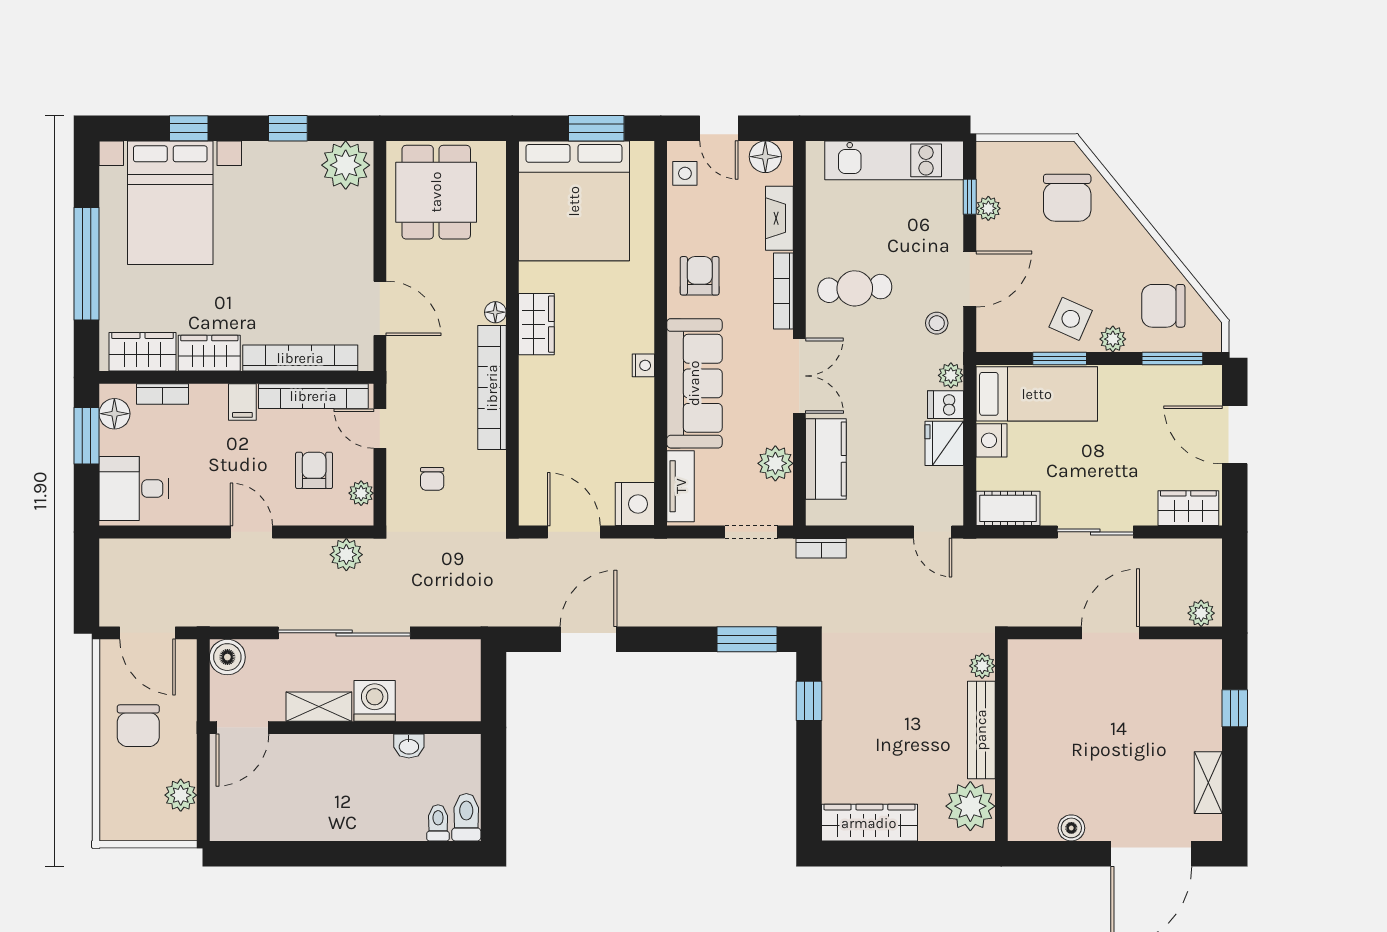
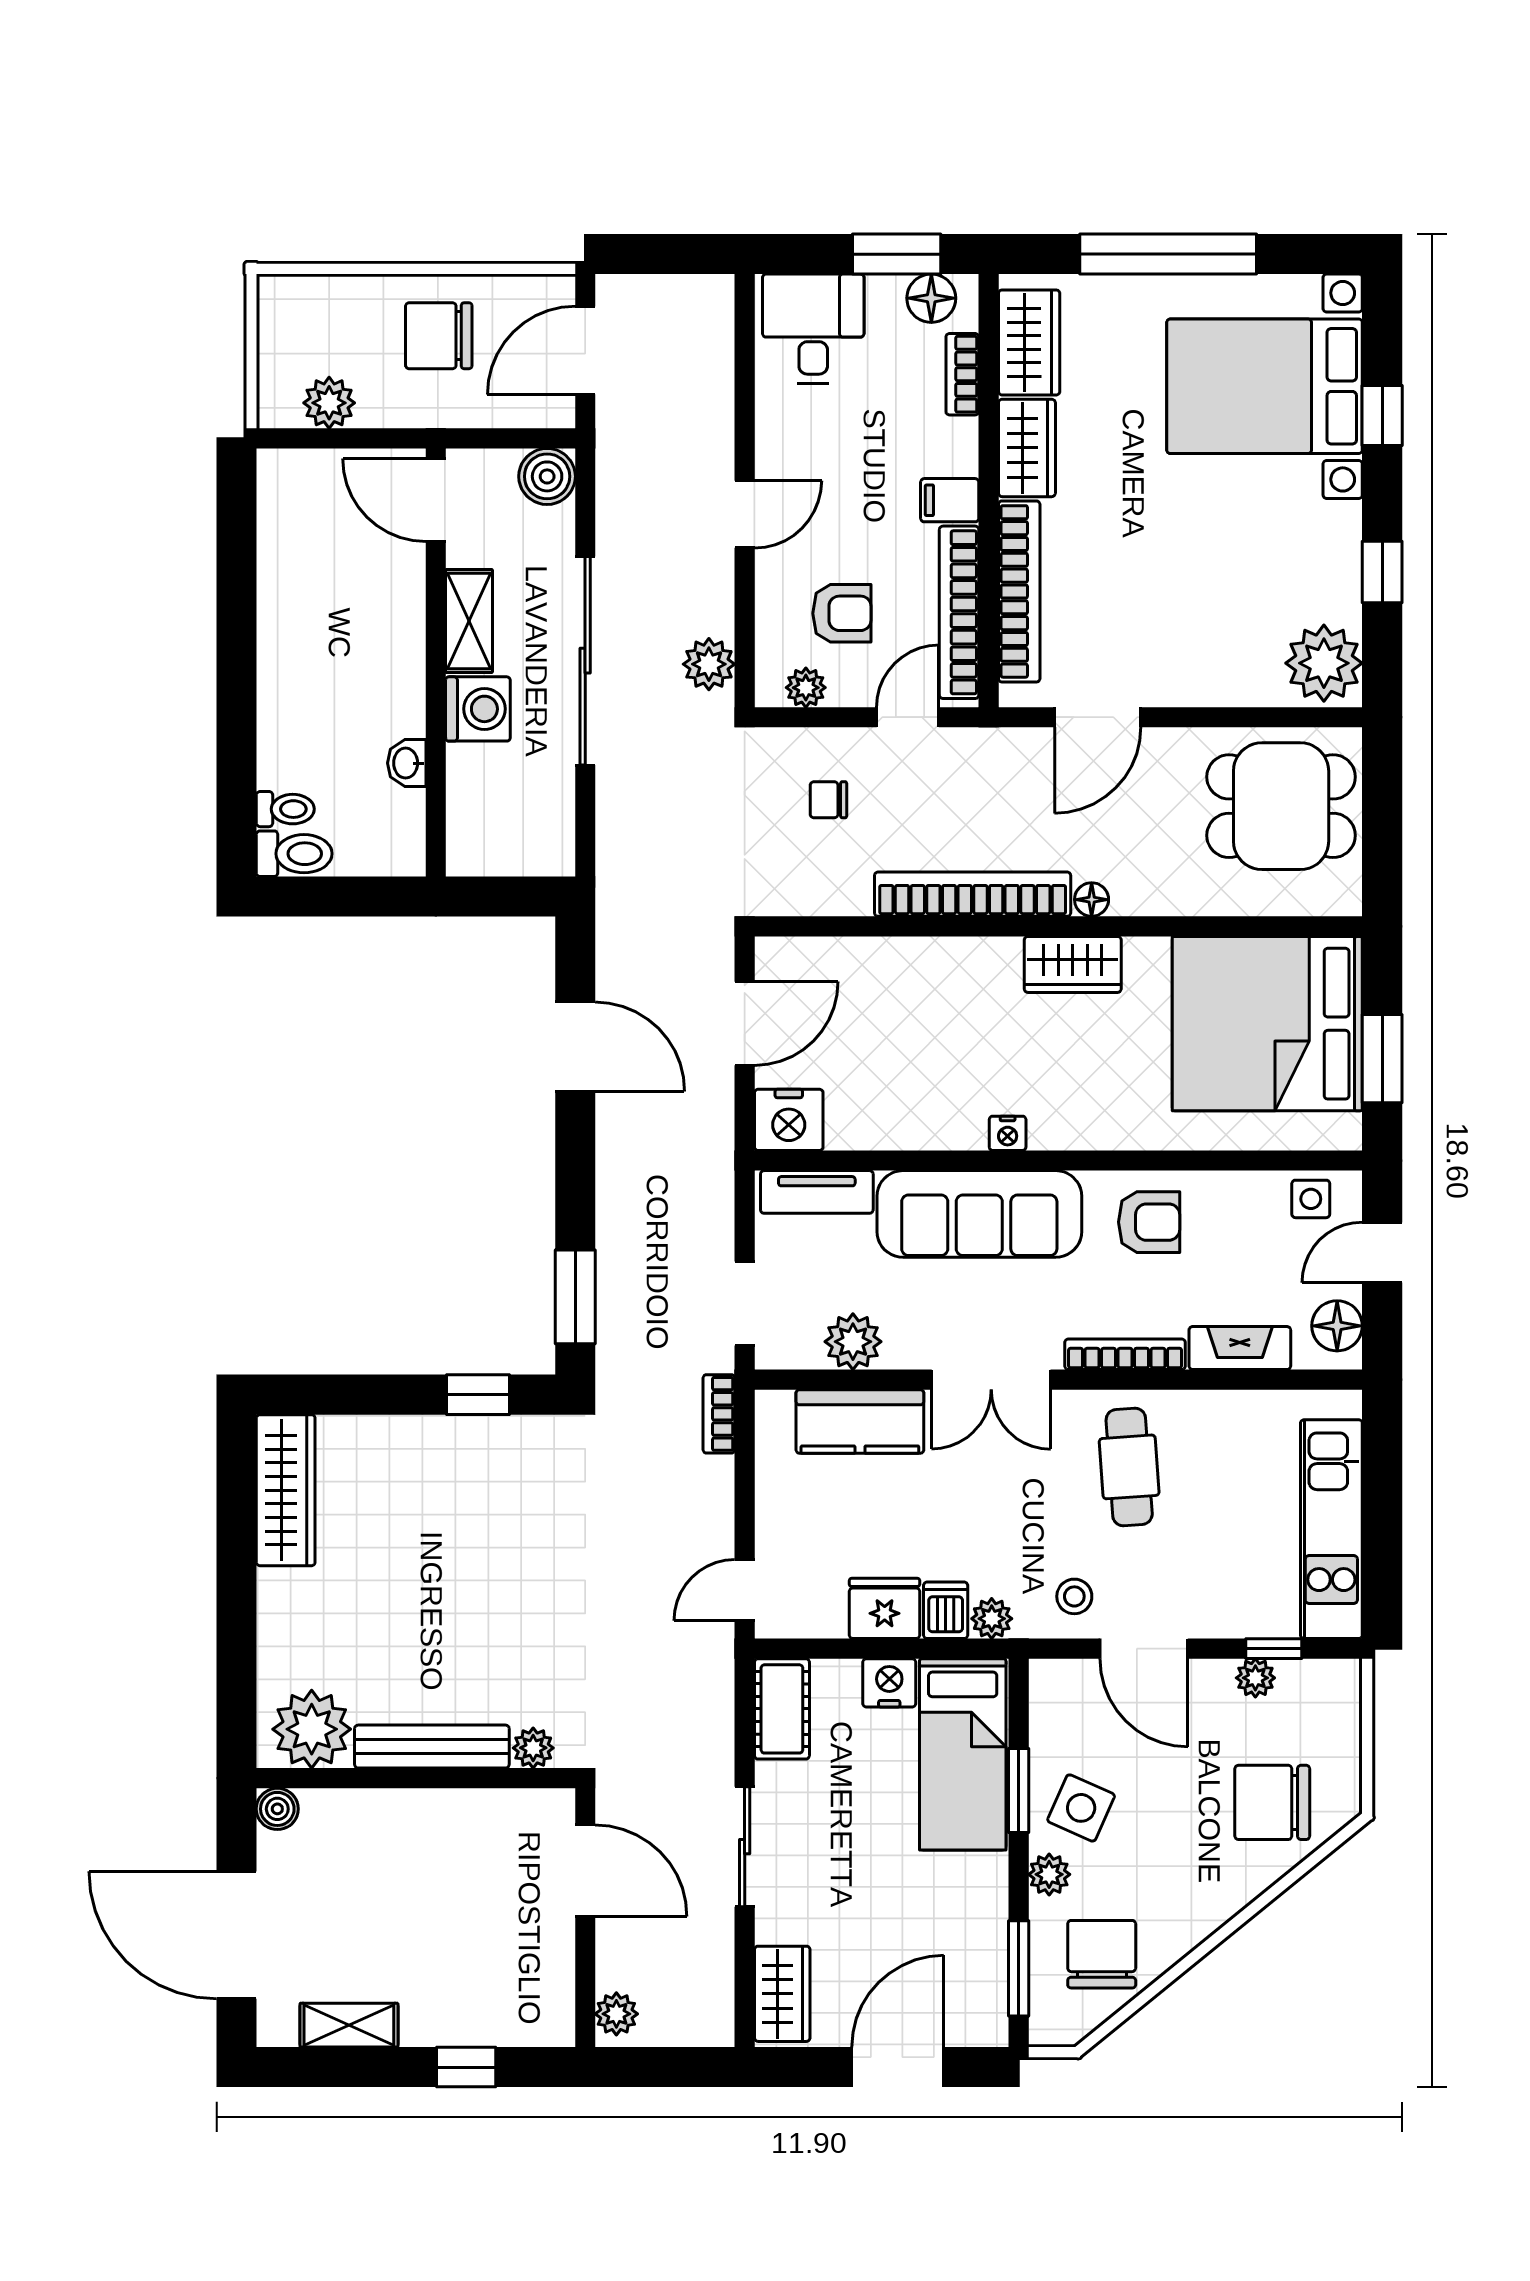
plant: (982, 666) -> (533, 1748), moved
bench: (981, 730) -> (432, 1747), moved
wall: (1001, 740) -> (416, 1778), moved
plant: (970, 806) -> (312, 1729), moved

